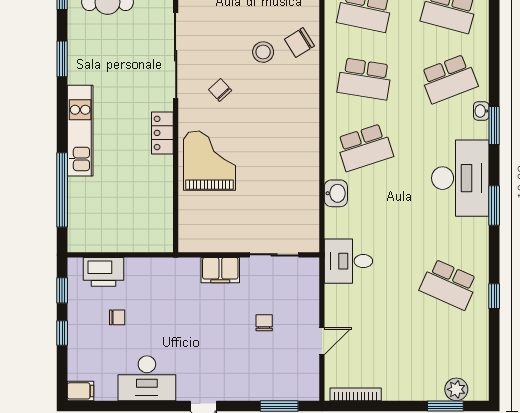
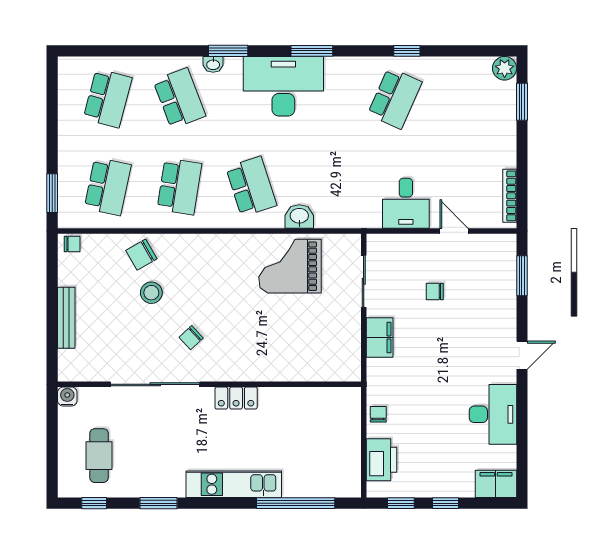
chair: (299, 43) -> (141, 255), turned 92
grand piano: (209, 161) -> (290, 266), moved
desk: (348, 261) -> (406, 203), moved
chair: (117, 317) -> (378, 414), moved
plant: (456, 389) -> (505, 68), moved
filing cabinet: (80, 391) -> (496, 484), width x2.00

